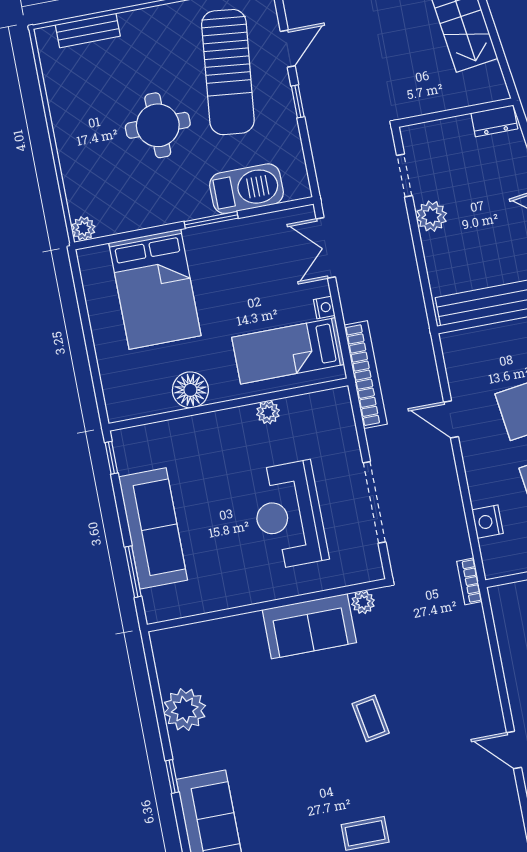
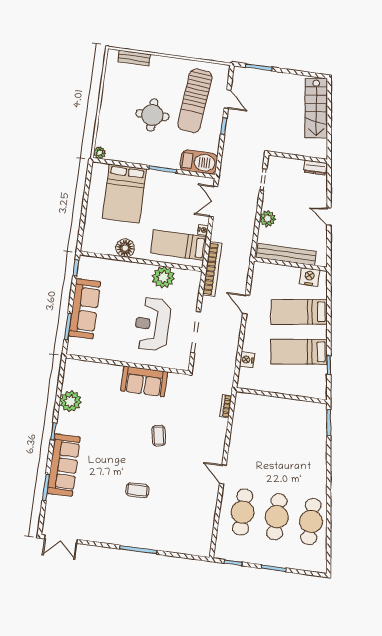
door: (288, 49) -> (227, 99), hinge flipped
barbecue: (246, 189) -> (199, 162), moved
plant: (431, 216) -> (268, 219), moved
plant: (268, 412) -> (163, 277), width x1.88, depth x1.88
bookcase: (469, 581) -> (226, 406), moved
plant: (363, 602) -> (174, 378), removed

